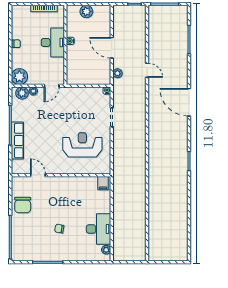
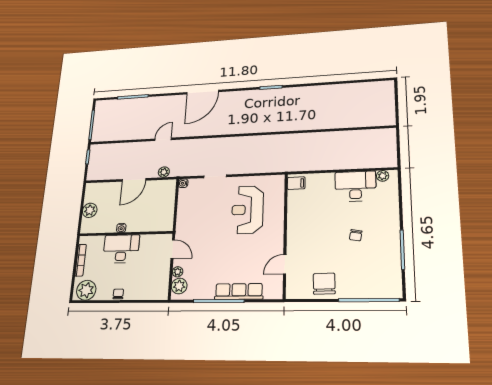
plant: (19, 77) -> (86, 290), moved
chair: (23, 205) -> (324, 284), turned -91

